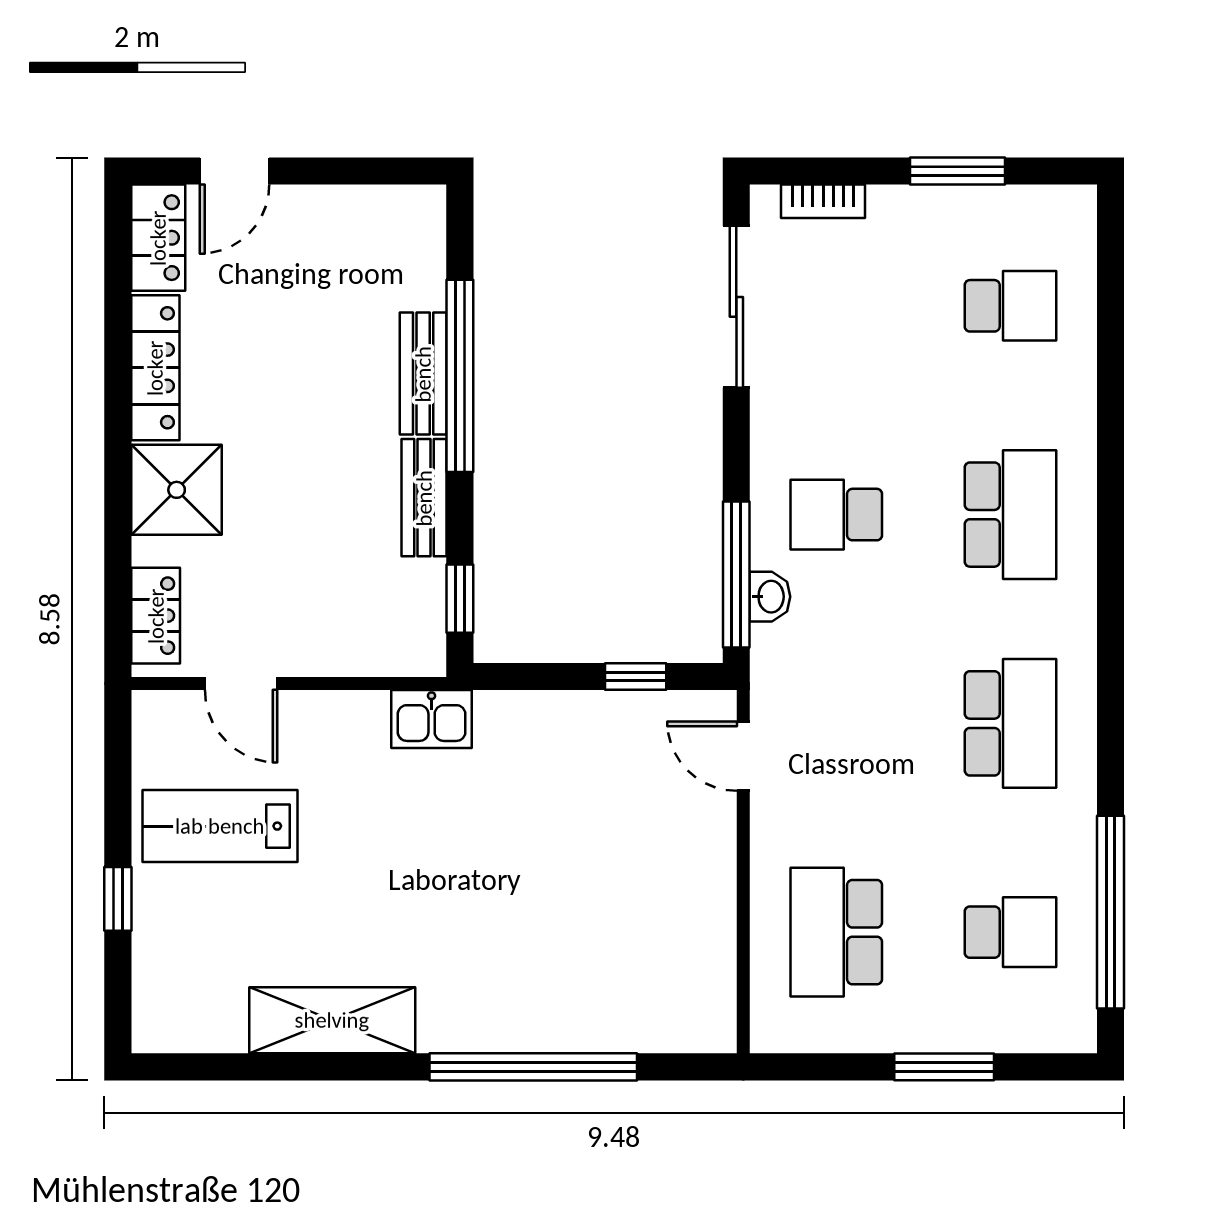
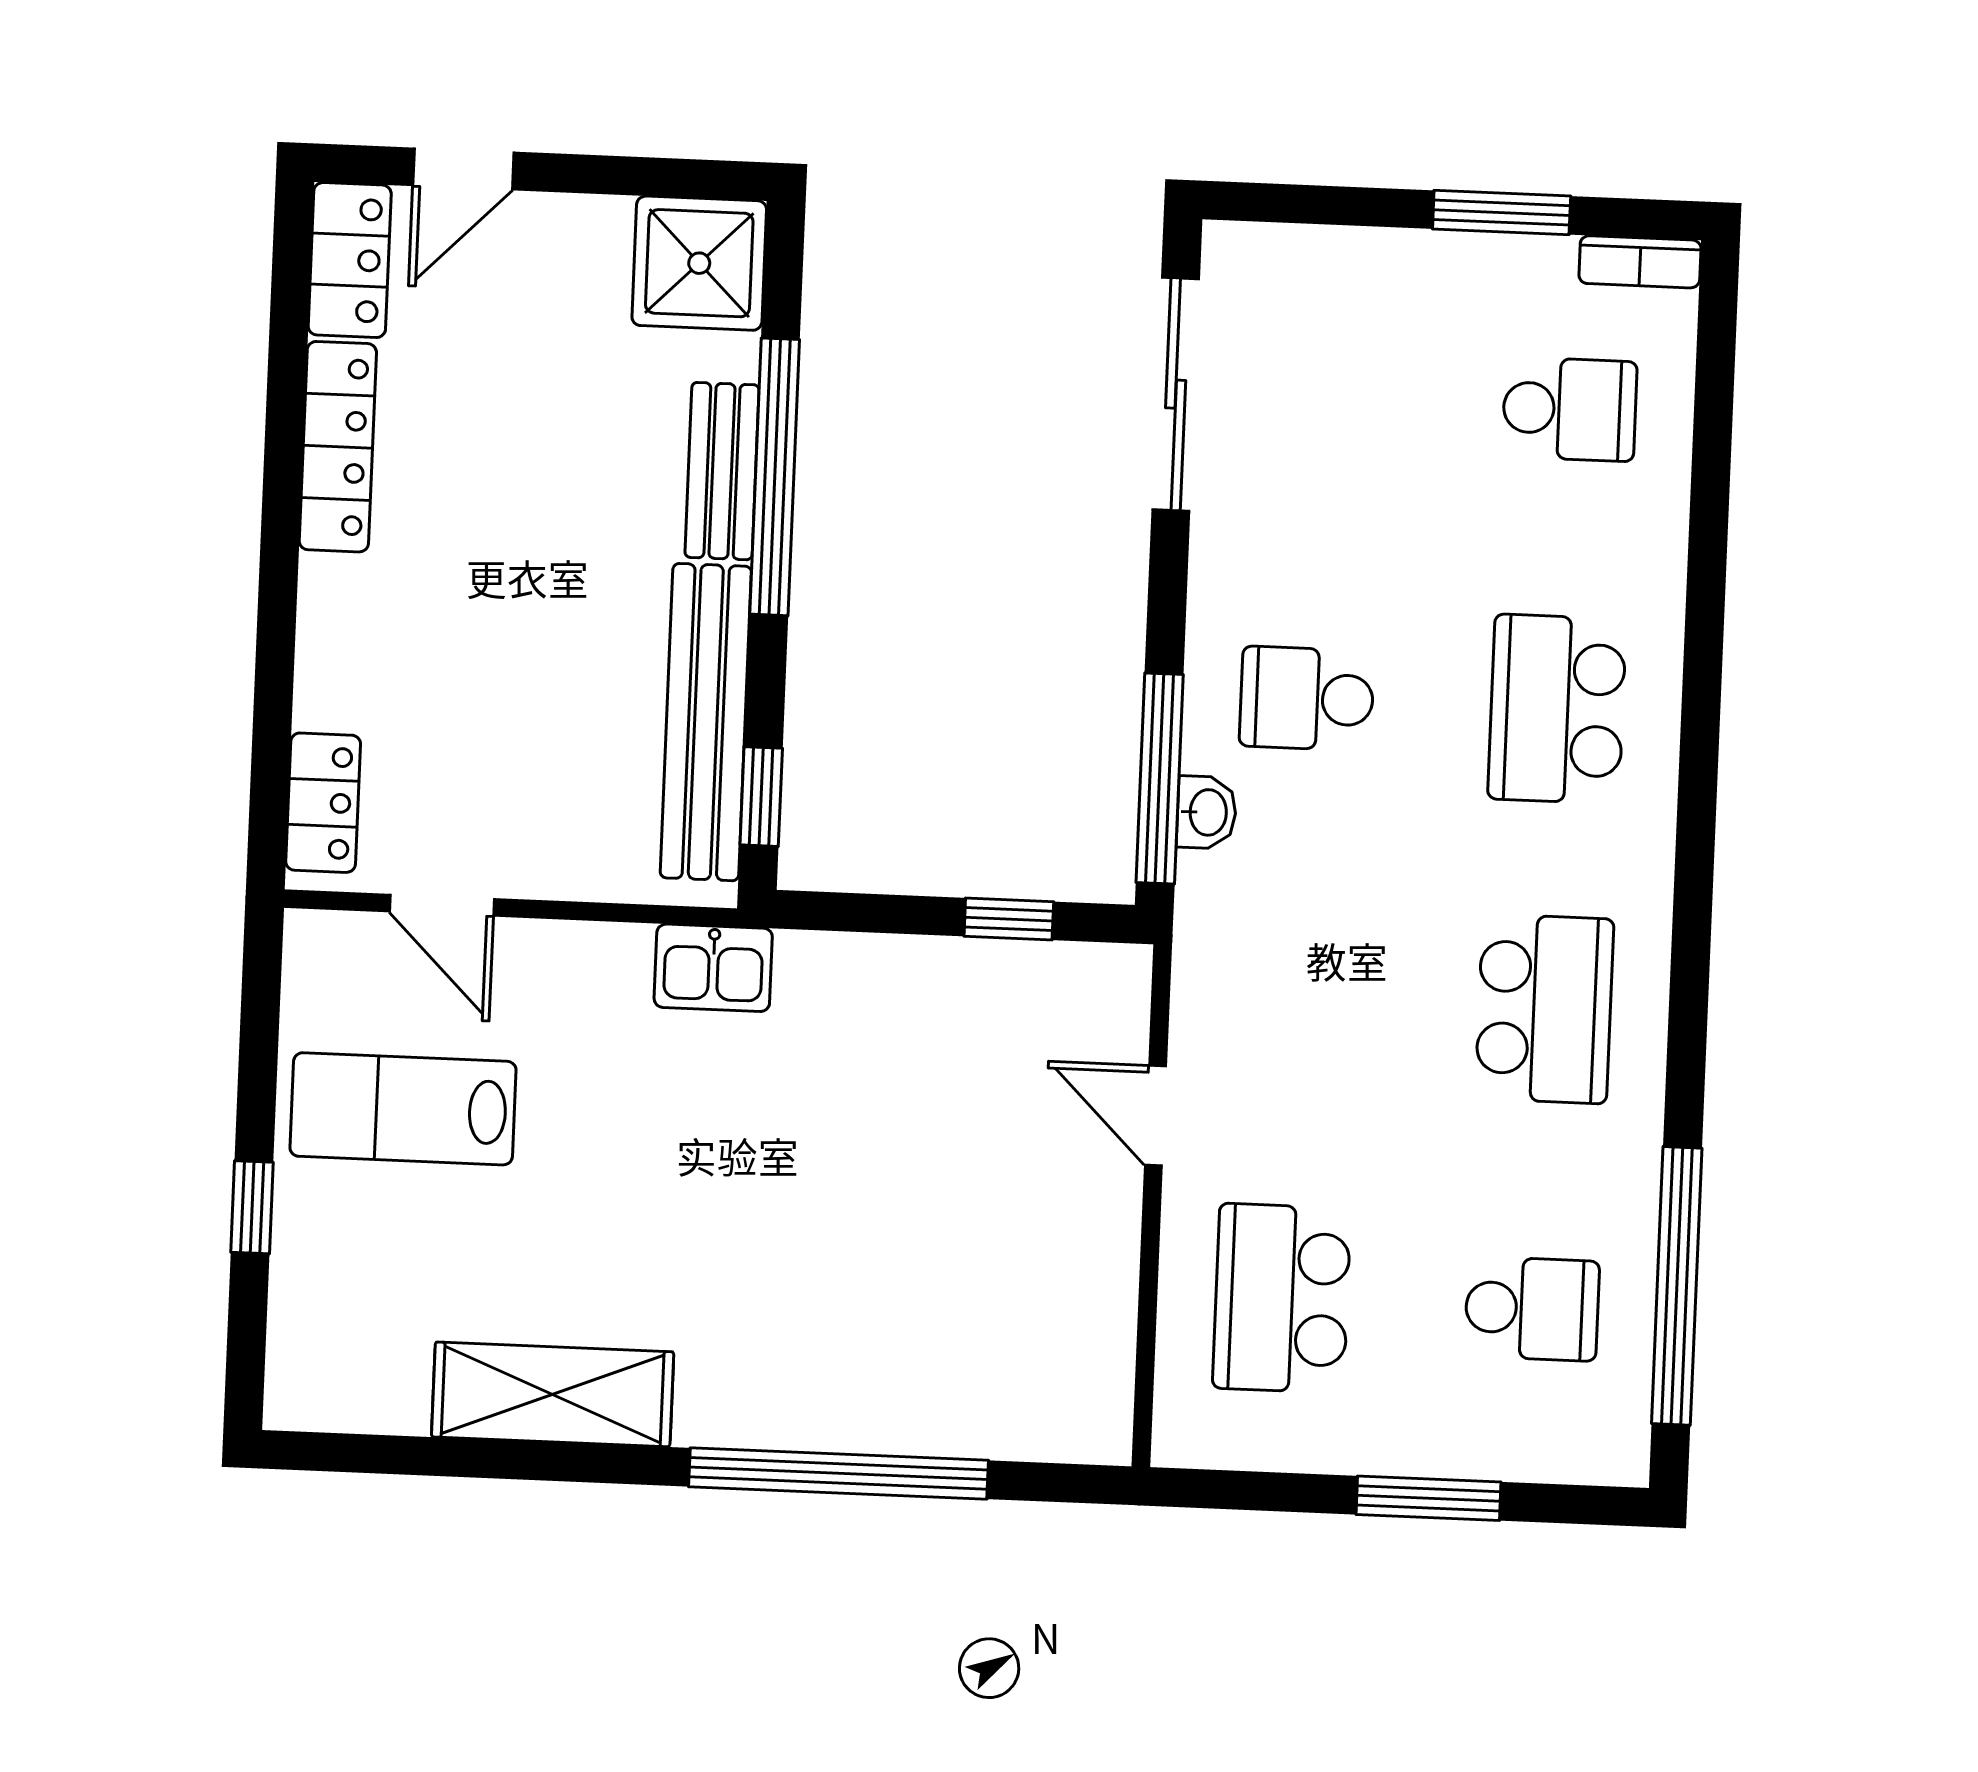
bookcase: (823, 201) -> (1640, 262), moved
shower: (177, 490) -> (699, 263), moved
bench: (424, 498) -> (706, 722), width x1.86, depth x1.21
school desk: (1011, 515) -> (1557, 709), turned 180
door: (743, 756) -> (1156, 1116), moved

